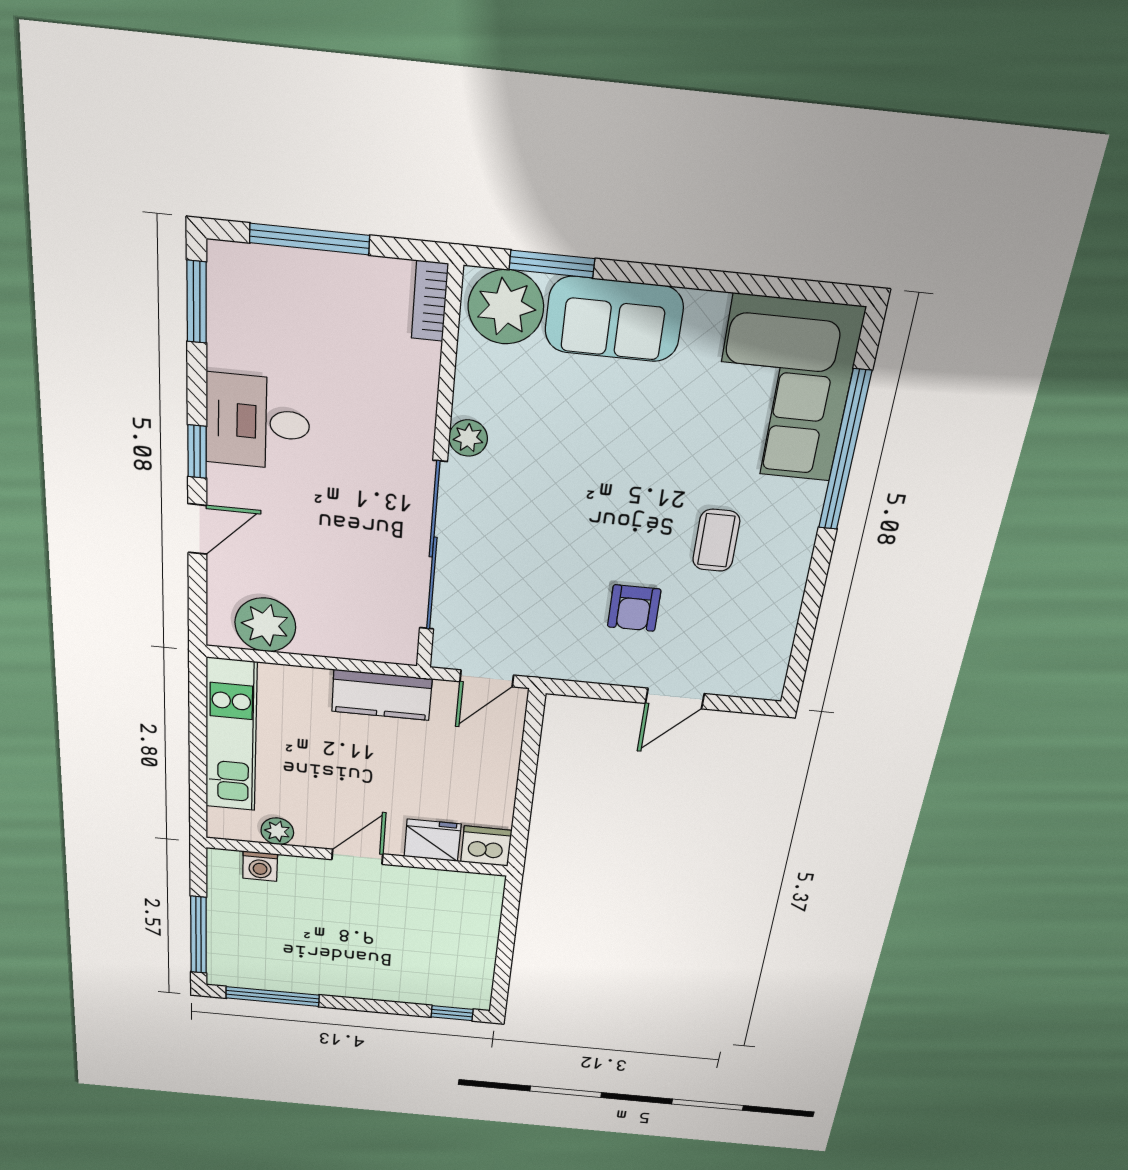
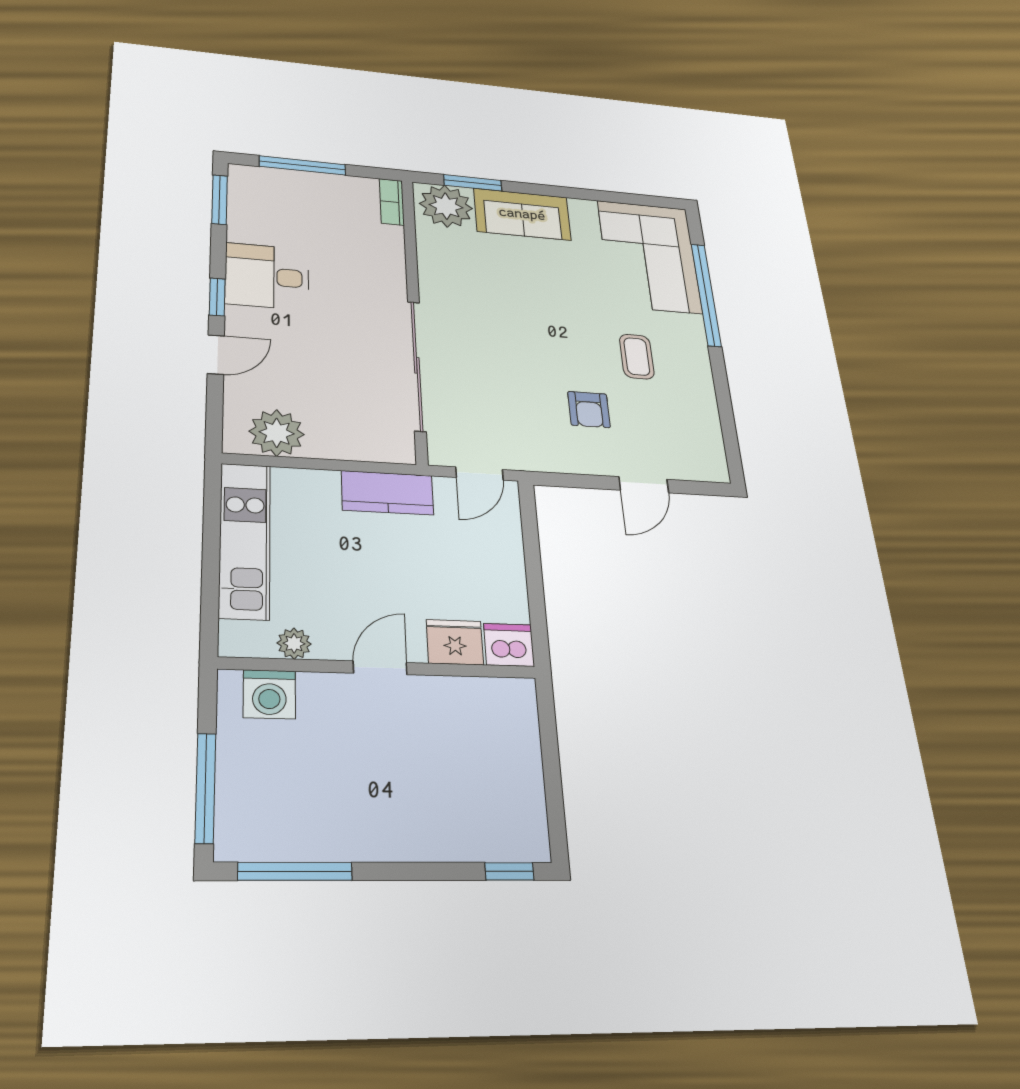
plant: (468, 438) -> (433, 287), removed
washing machine: (260, 866) -> (269, 694), width x1.38, depth x1.38

